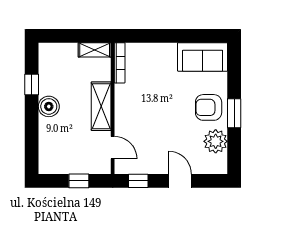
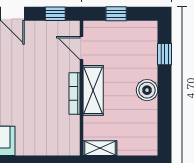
bookcase: (120, 63) -> (74, 94), moved
window: (32, 85) -> (165, 54), moved

